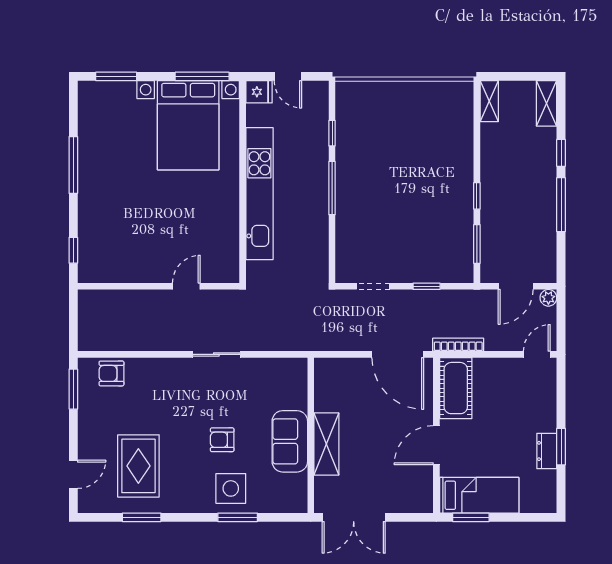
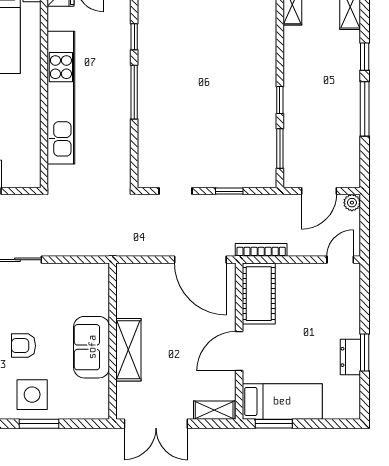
shelving: (412, 504) -> (214, 410), added

